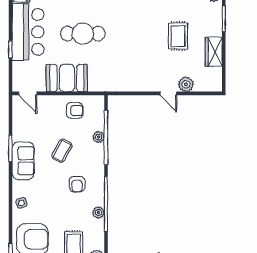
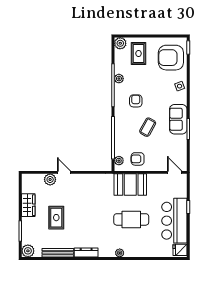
booth: (67, 78) -> (130, 184), moved
plant: (99, 137) -> (119, 161), moved

